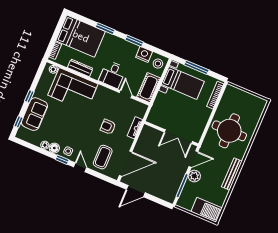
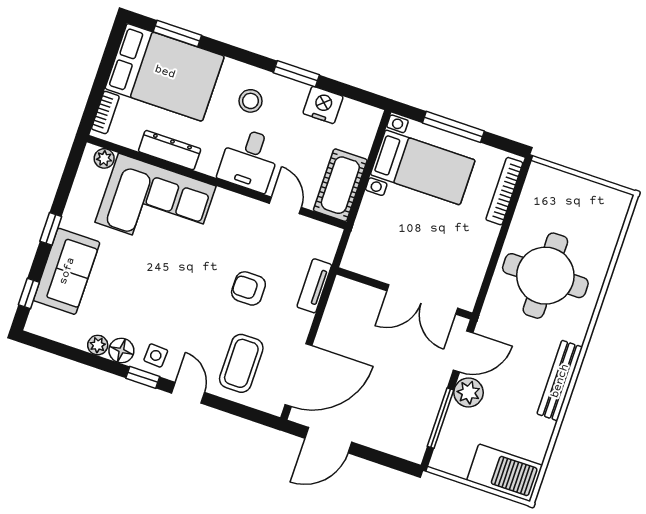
window: (105, 28) -> (177, 33), moved
stool: (158, 64) -> (251, 101), moved

